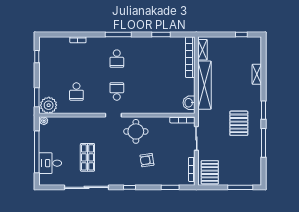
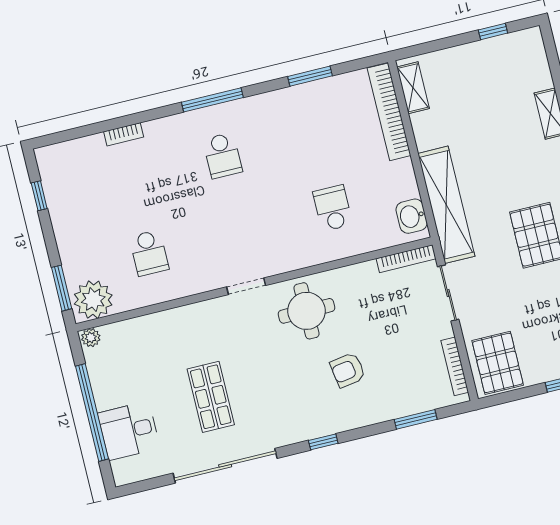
shelving: (205, 85) -> (446, 205), moved
school desk: (117, 91) -> (333, 208), moved

